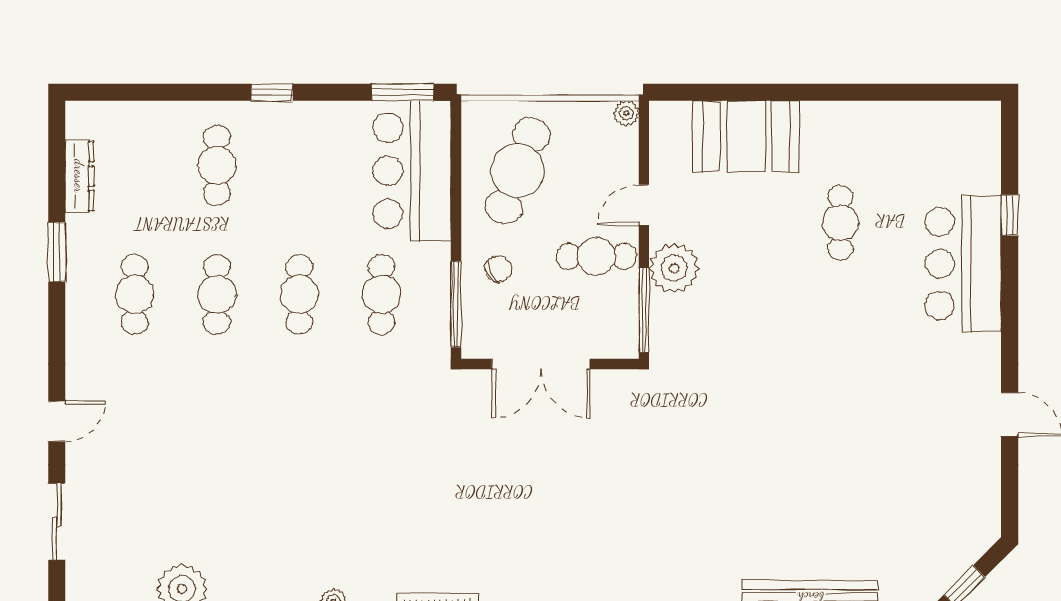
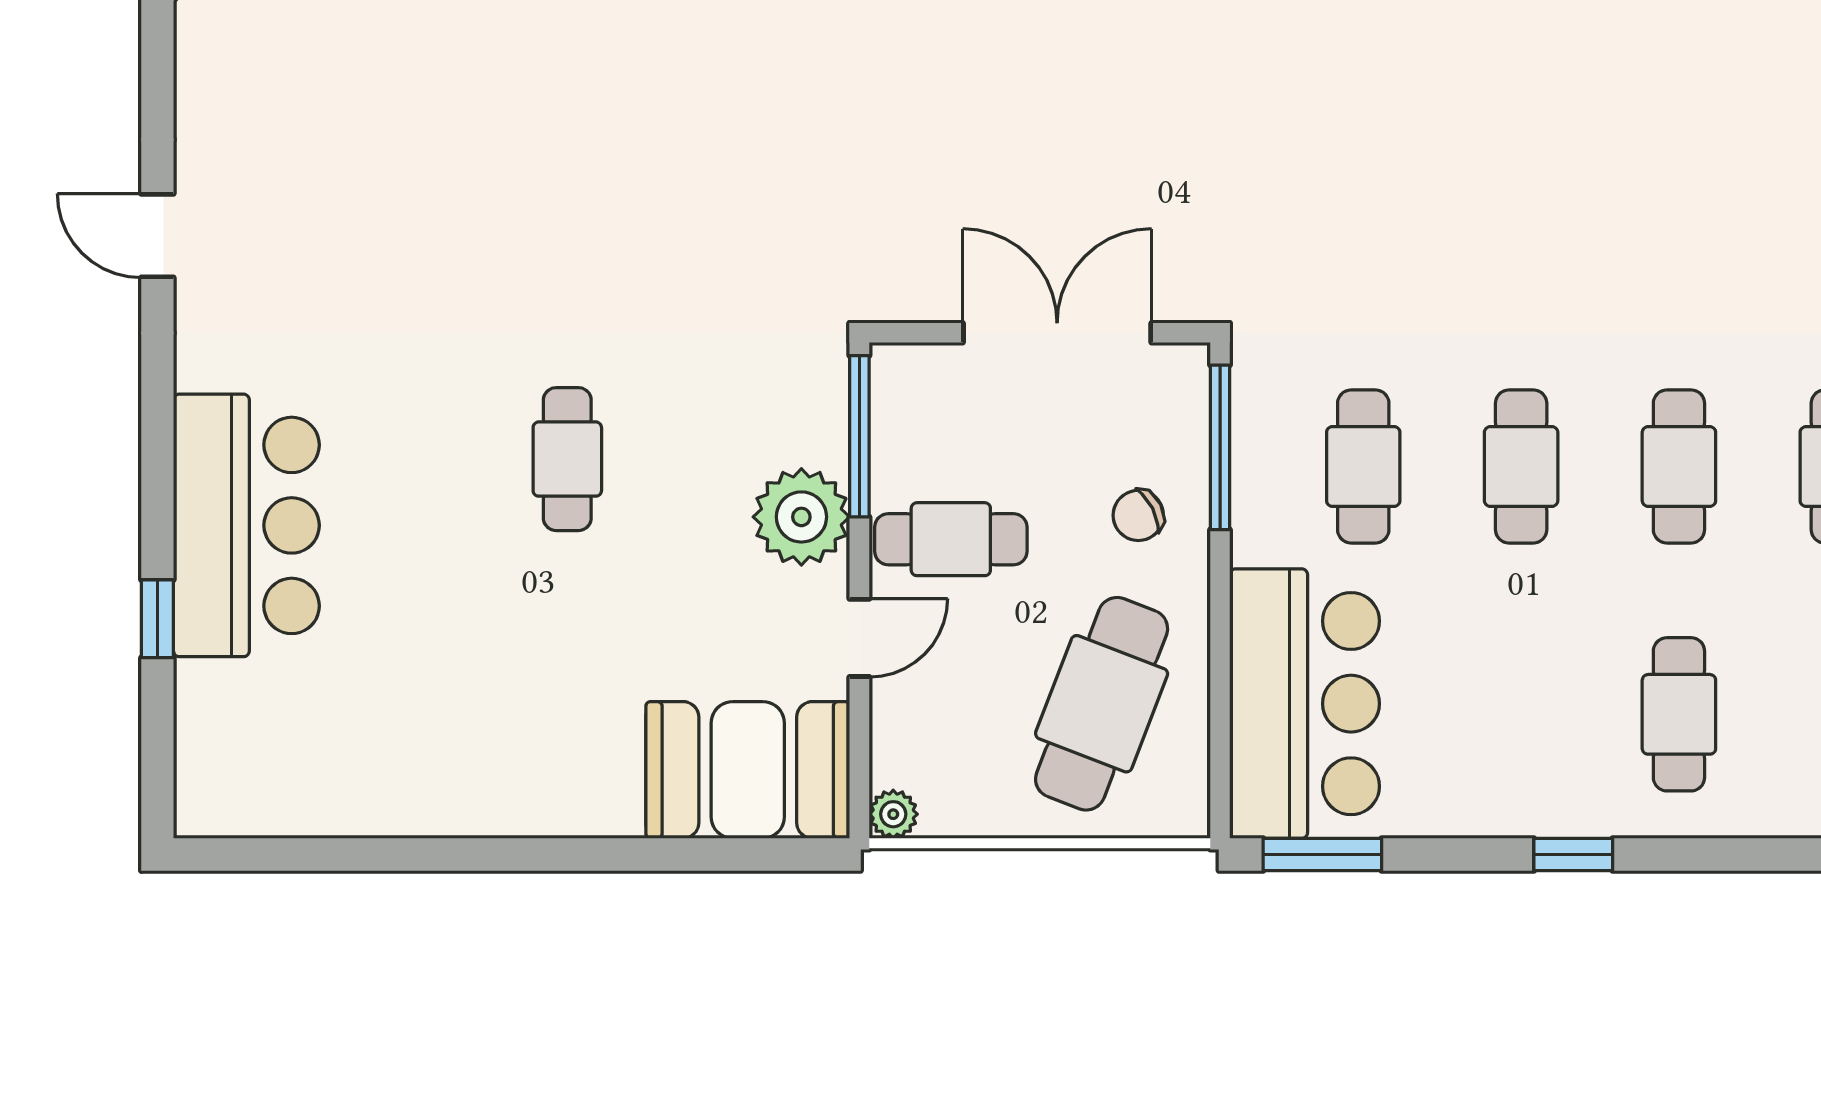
booth: (746, 136) -> (748, 770), moved
cafe table: (840, 223) -> (567, 459), moved

